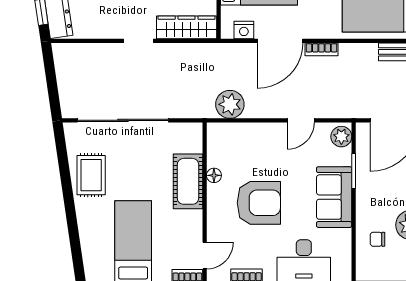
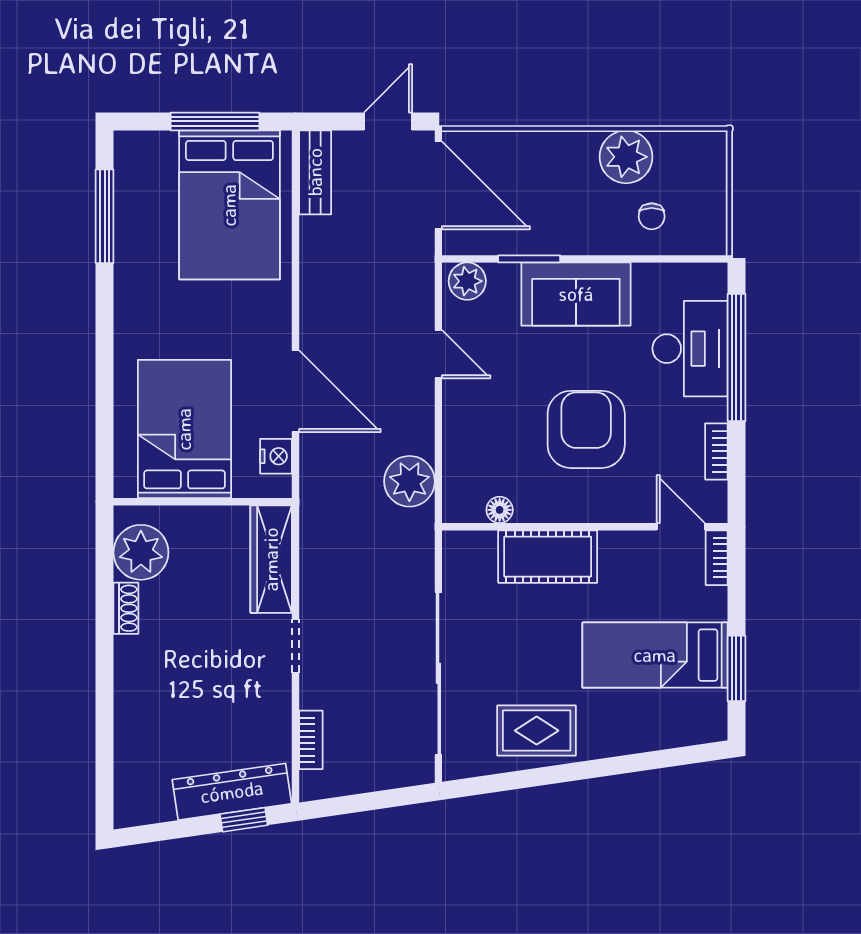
bookcase: (321, 49) -> (311, 740), moved
floor lamp: (214, 175) -> (500, 510), moved

